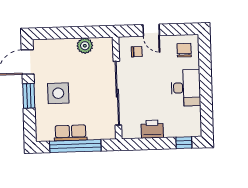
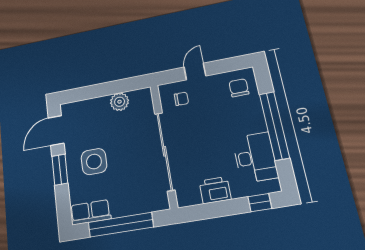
door: (151, 30) -> (195, 72), swing flipped
window: (206, 86) -> (274, 126), added
desk: (186, 88) -> (255, 157), moved
row of seats: (71, 133) -> (90, 212), moved

